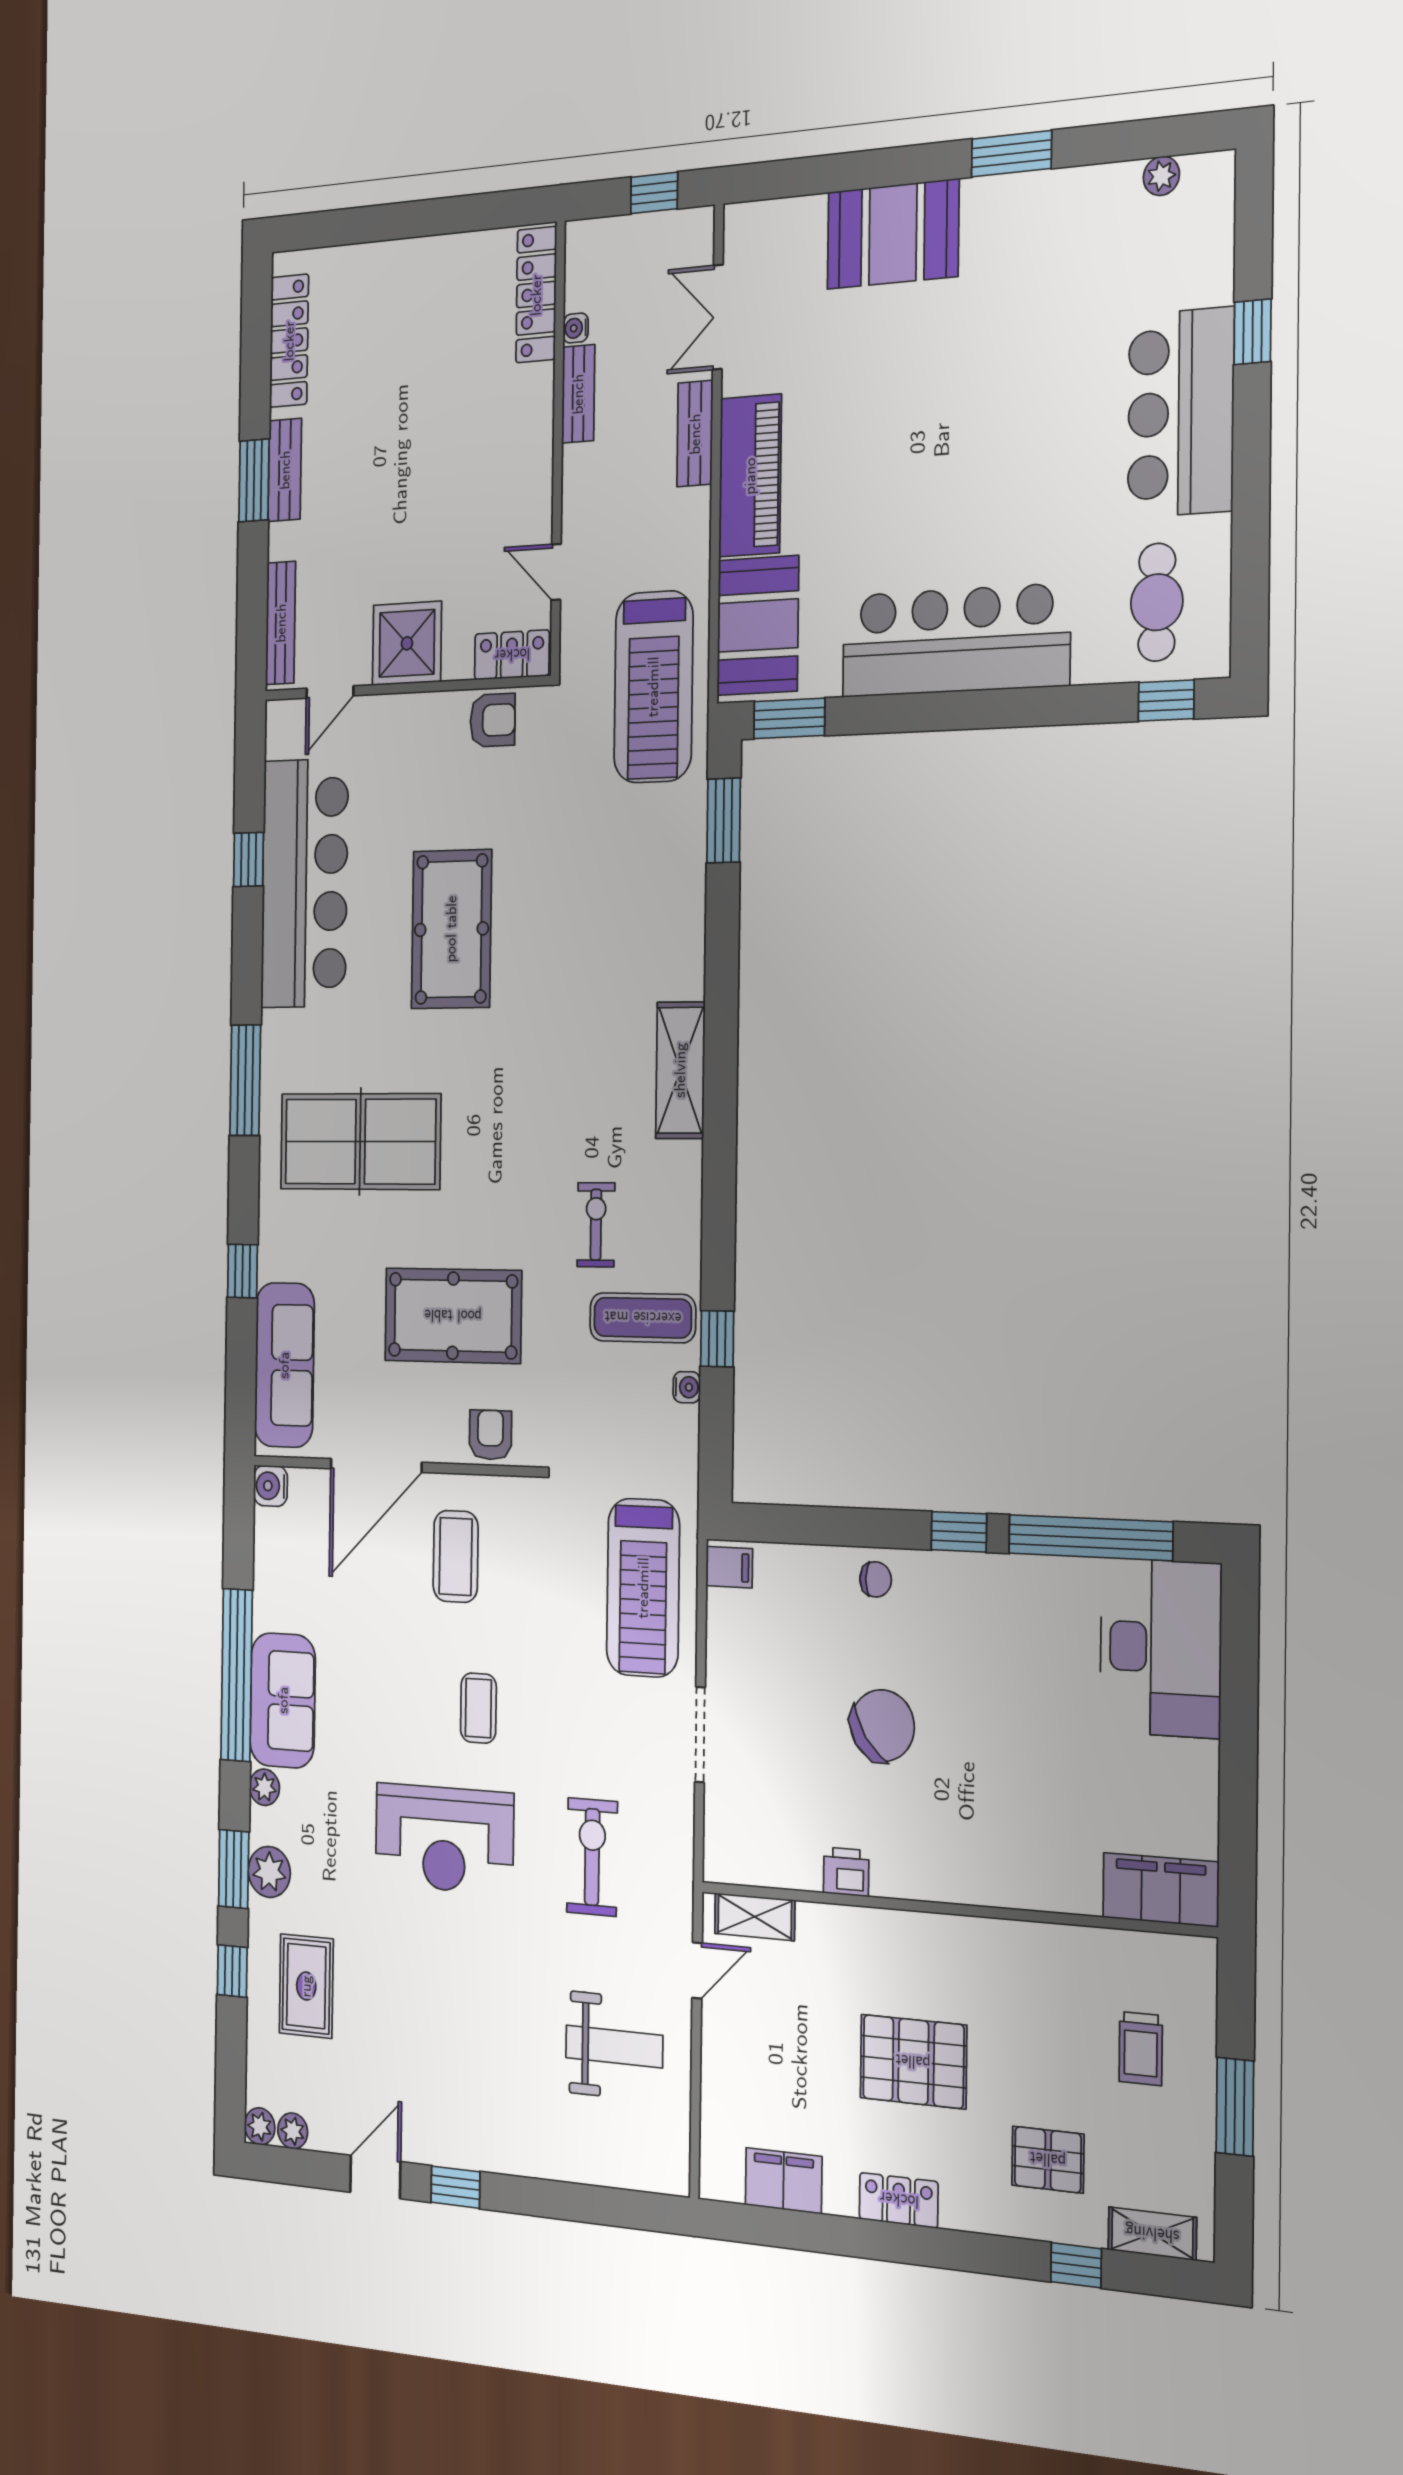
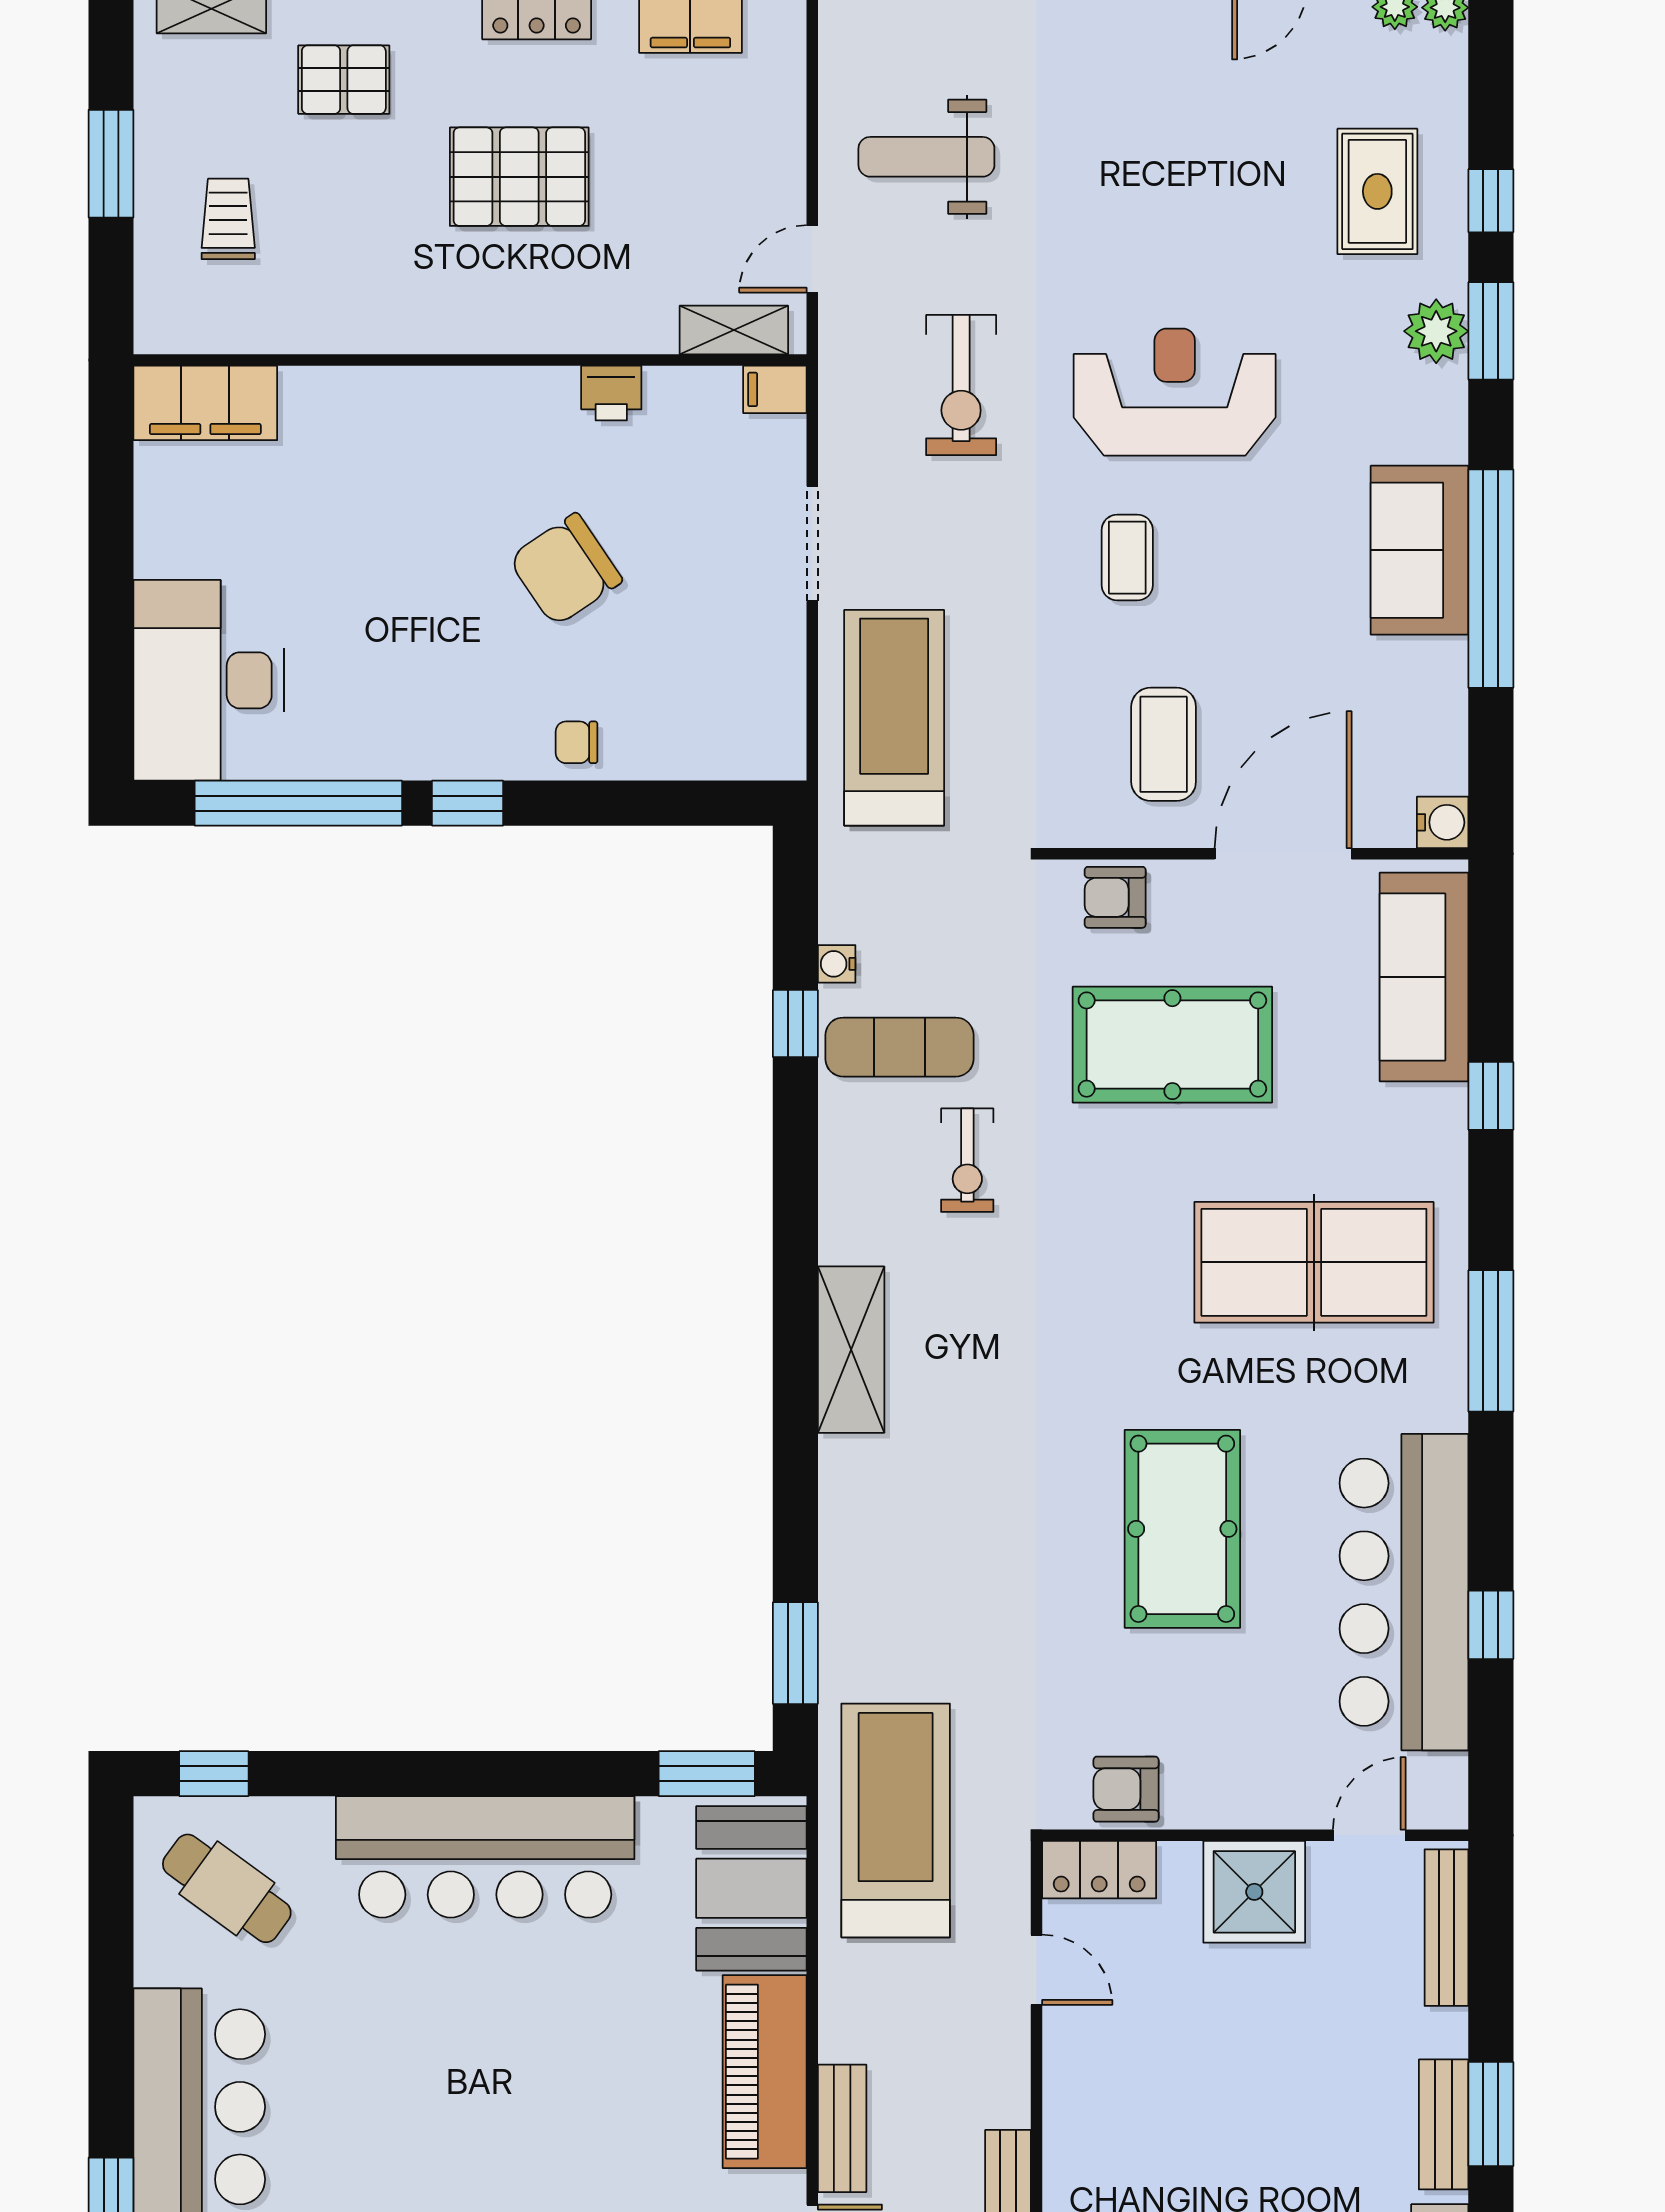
cafe table: (1157, 602) -> (227, 1888), turned -54
armchair: (490, 1435) -> (1115, 897), turned 90
filing cabinet: (729, 1567) -> (775, 389), moved
plant: (264, 1787) -> (1445, 438), removed

